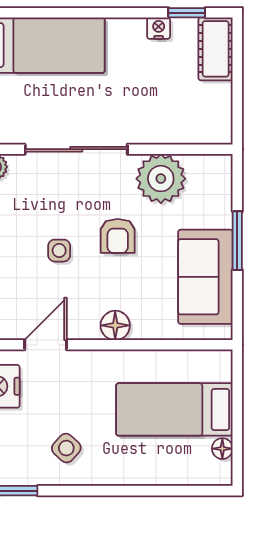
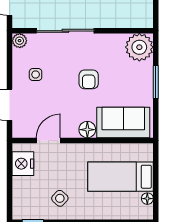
plant: (161, 179) -> (139, 47), moved
side table: (59, 251) -> (36, 74), moved
sofa: (205, 277) -> (123, 123), moved, turned 90

